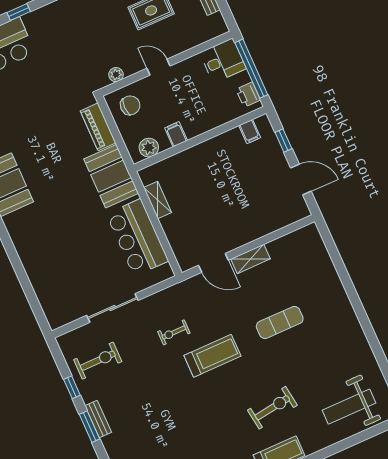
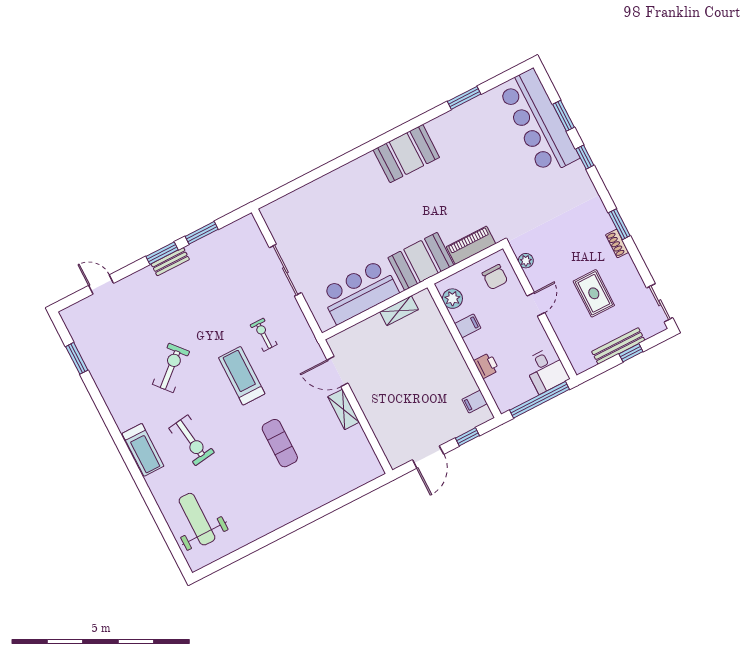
printer: (248, 95) -> (486, 366), moved, turned 90
door: (213, 263) -> (337, 372), hinge flipped
treadmill: (212, 356) -> (242, 376), turned 180
exercise bike: (98, 361) -> (171, 368), moved, turned -131
window: (72, 387) -> (202, 233), width x1.50

